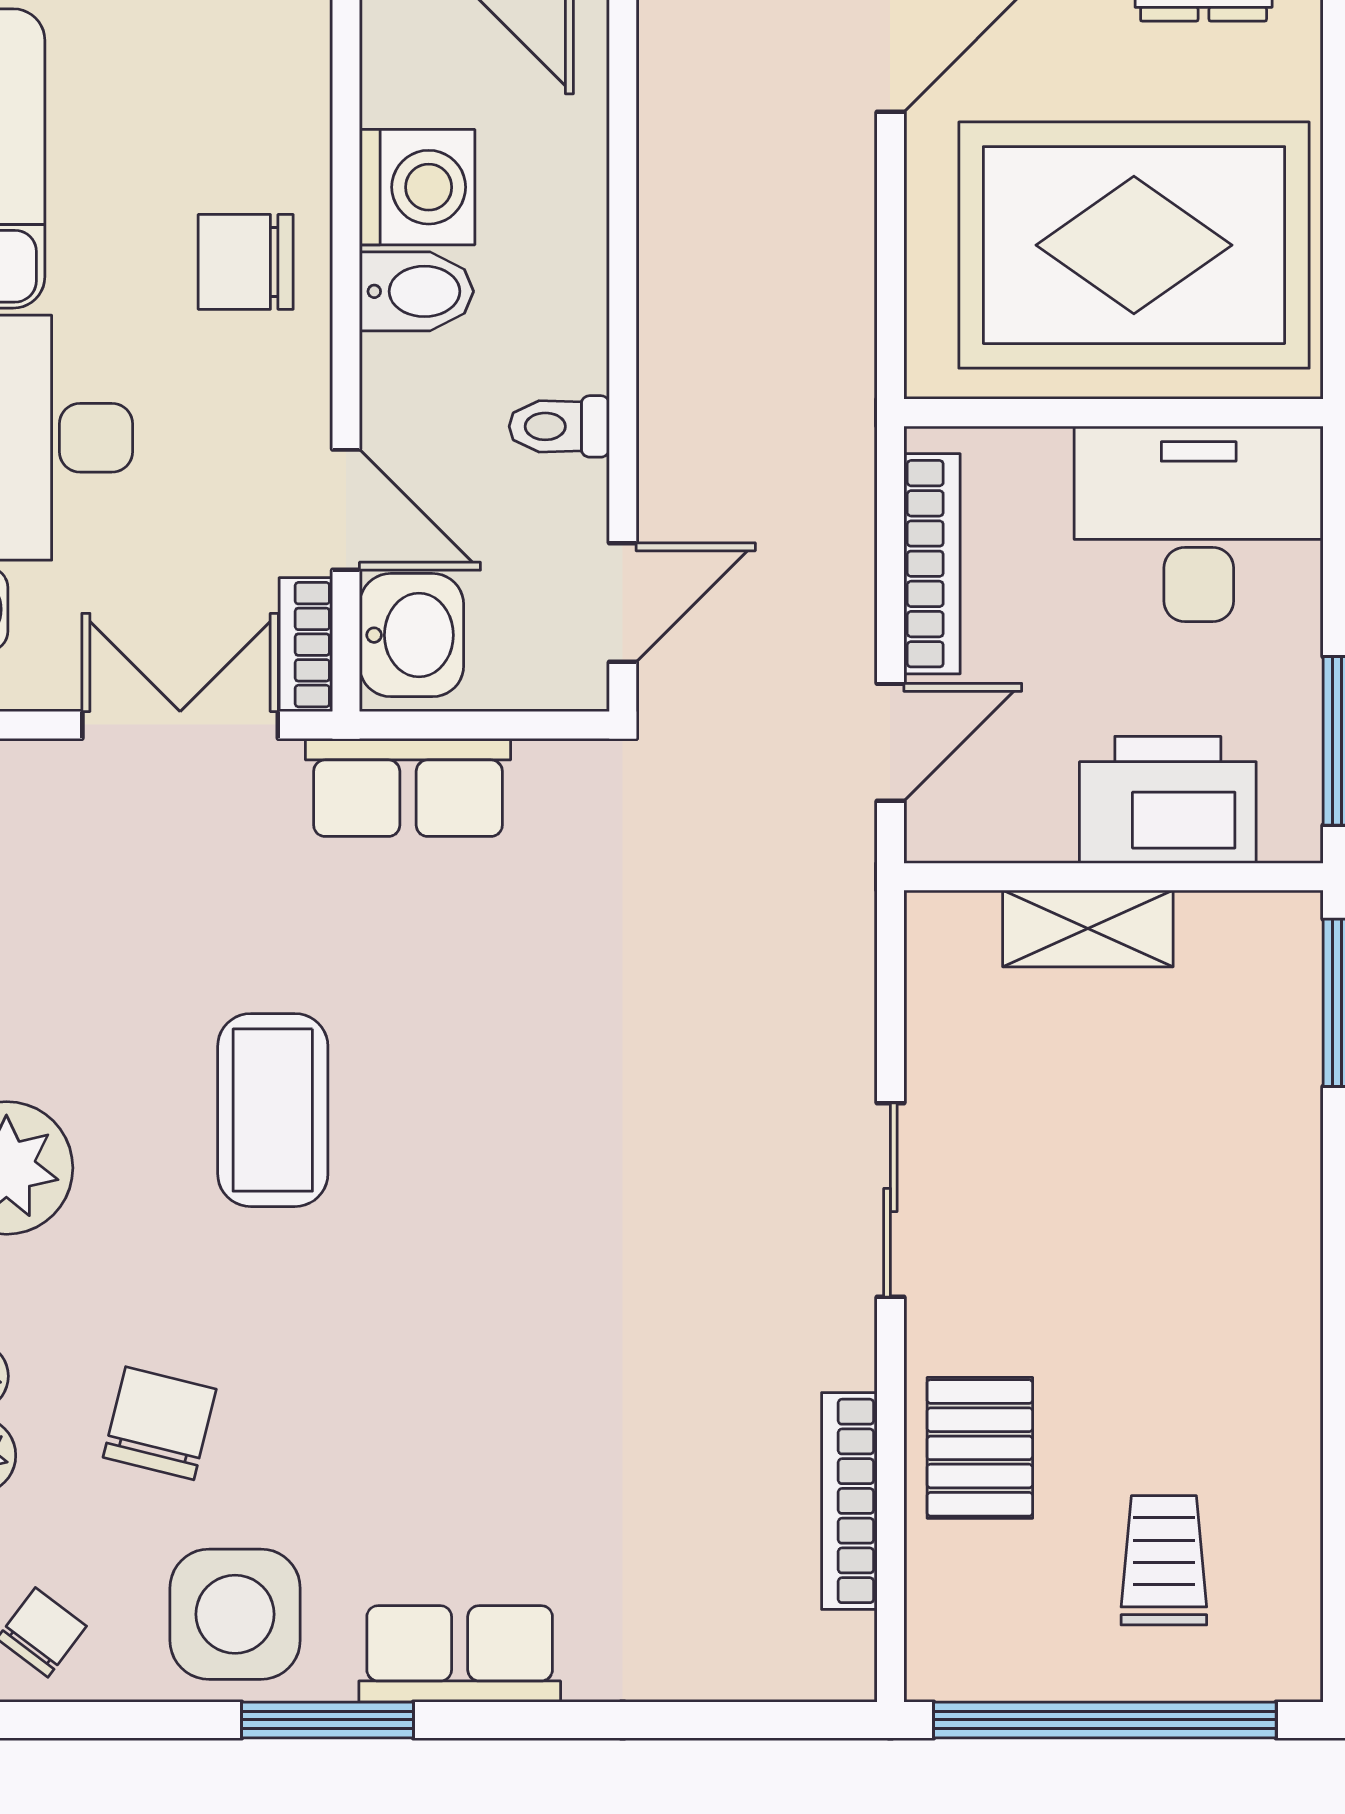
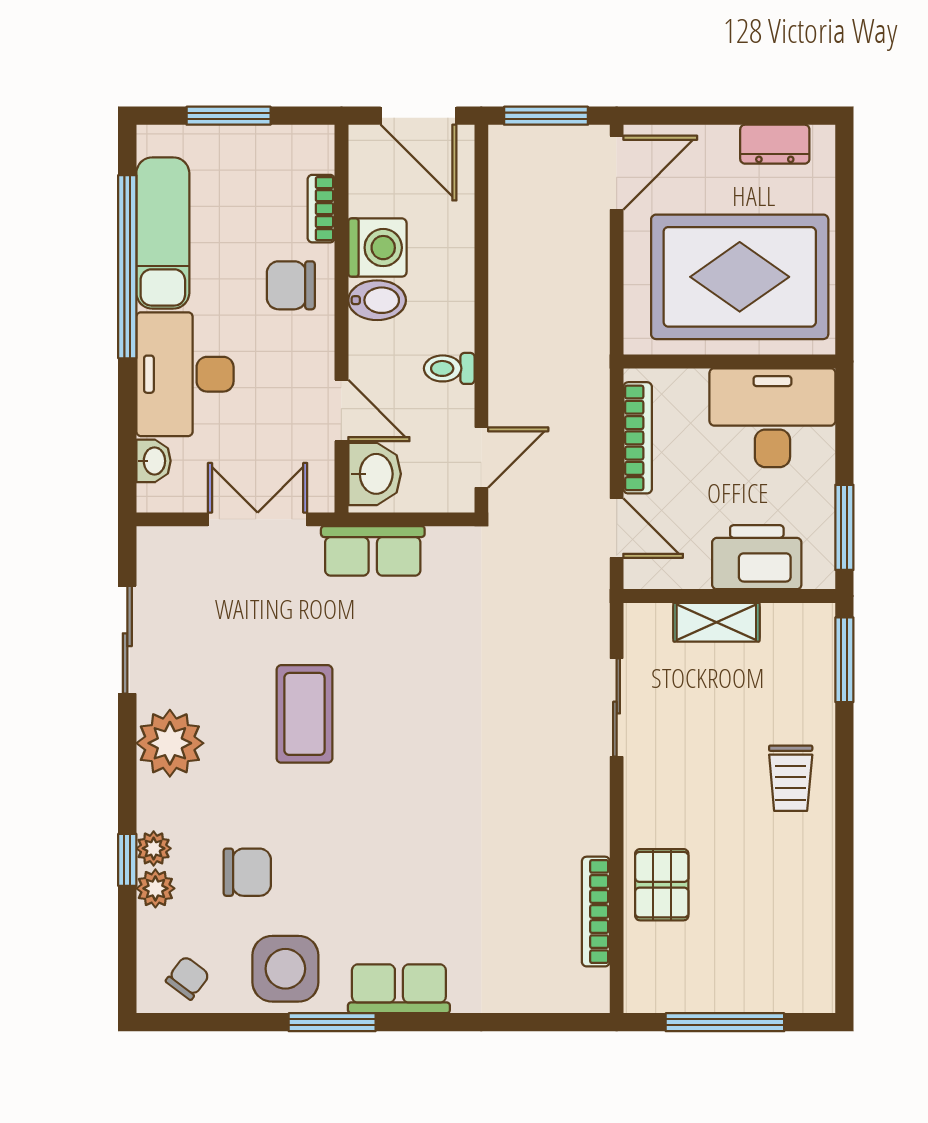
bookcase: (306, 645) -> (321, 209), moved
door: (890, 742) -> (617, 528), hinge flipped
sliding door: (890, 1200) -> (617, 708), moved
chair: (160, 1423) -> (247, 872), turned 76
trolley: (1164, 1560) -> (791, 778), moved, turned 180
window: (1105, 1720) -> (725, 1022), width x0.68

